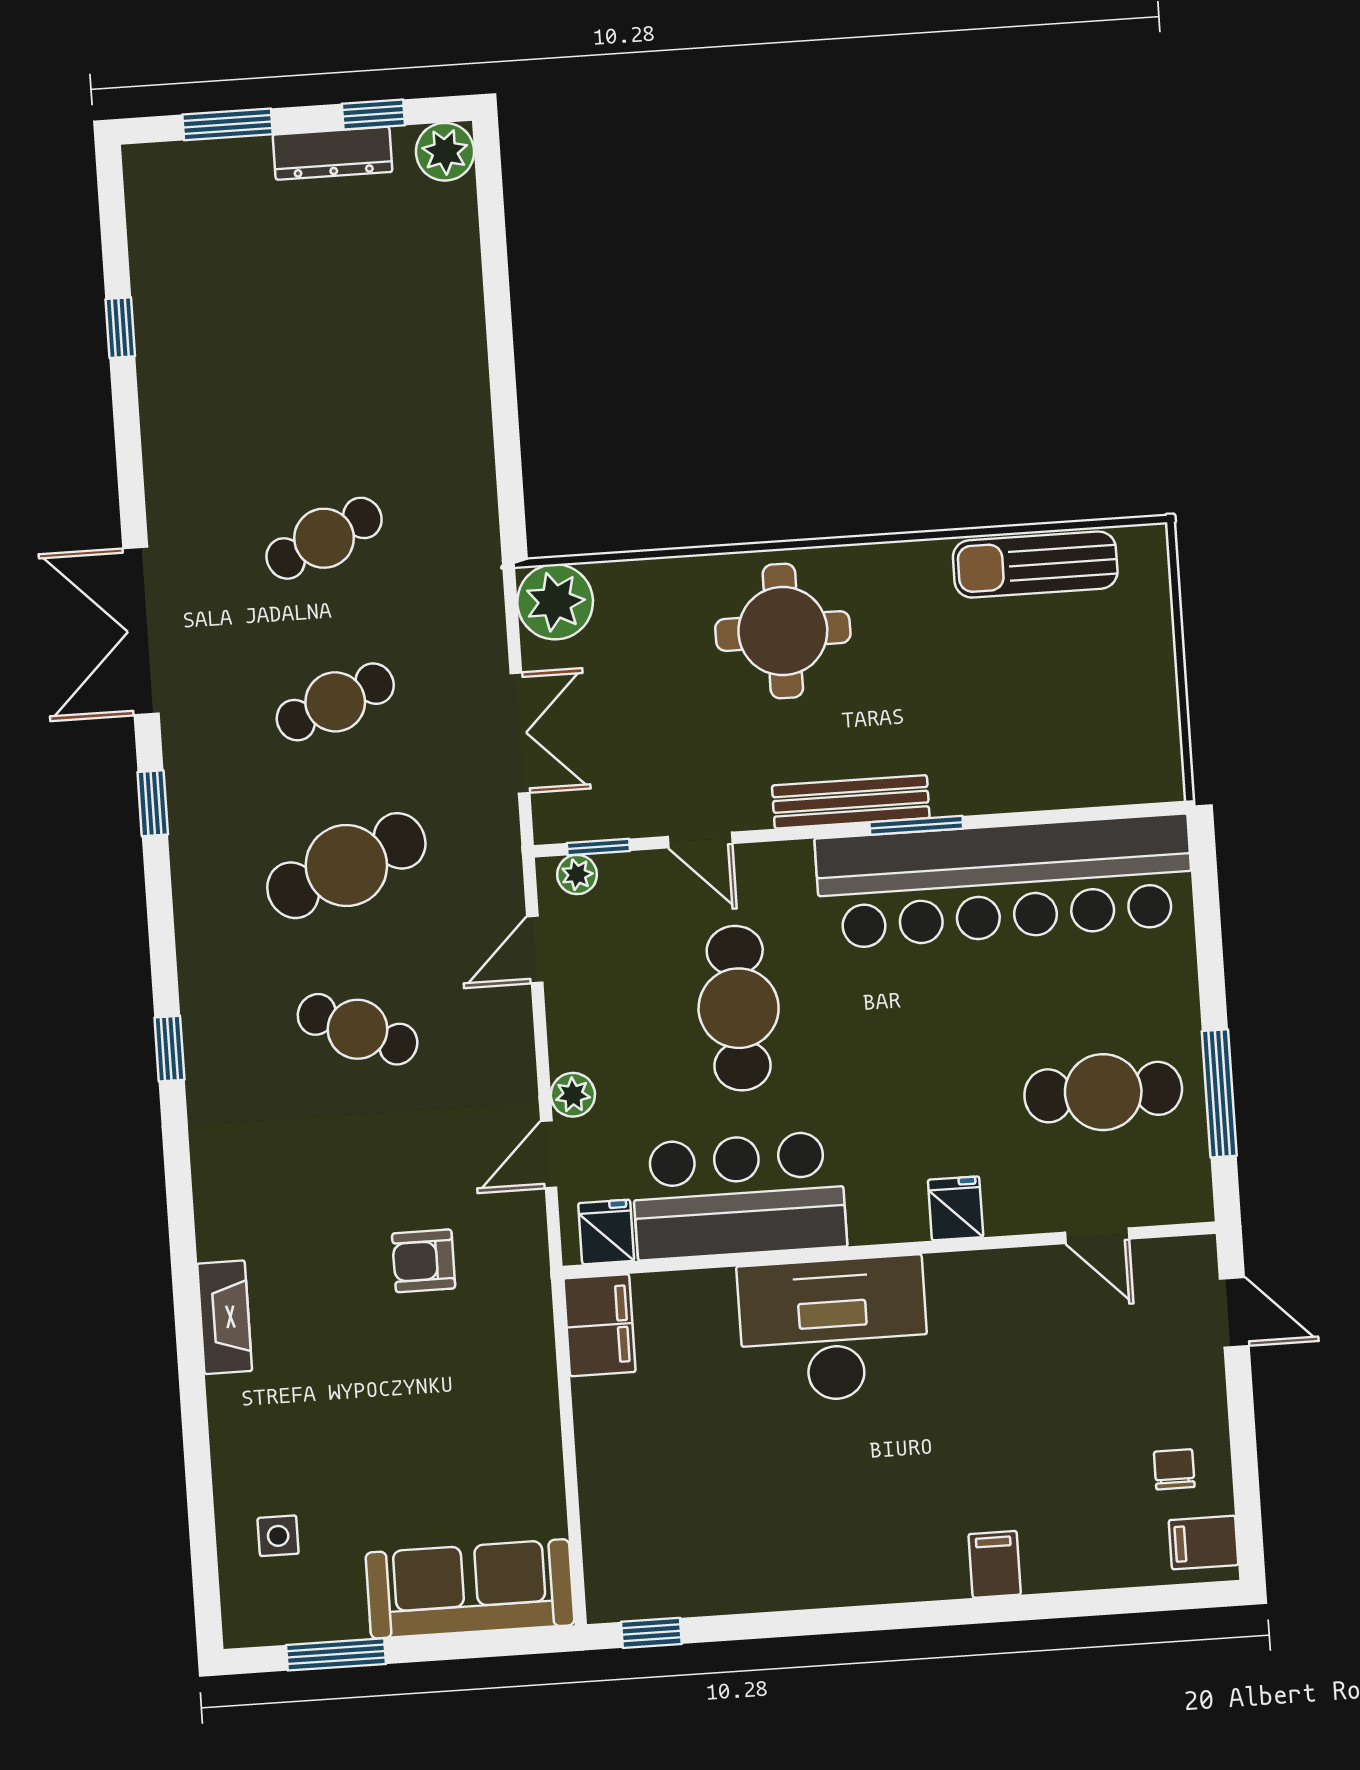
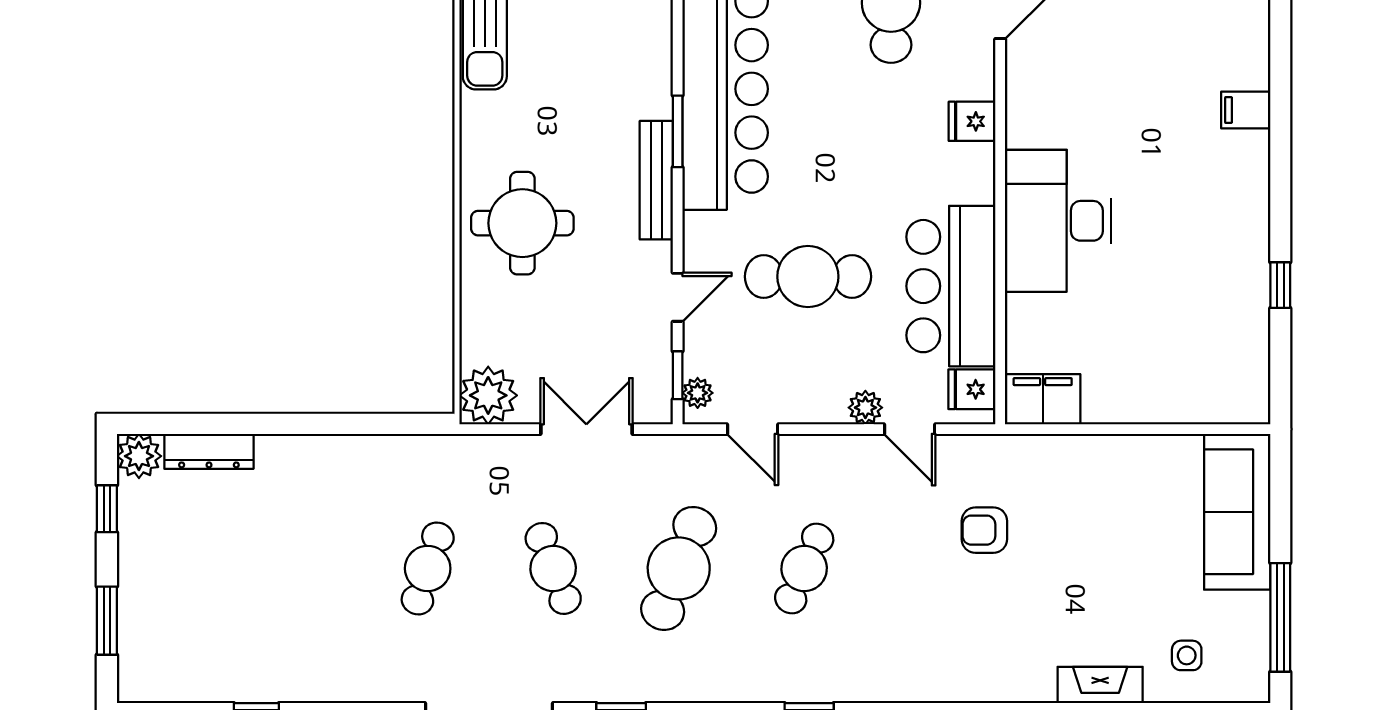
dresser: (332, 153) -> (209, 451), moved, turned 90
cafe table: (324, 538) -> (428, 568), turned 42
cafe table: (346, 866) -> (679, 568), turned 42
armchair: (424, 1261) -> (984, 530), turned 90
fireplace: (225, 1317) -> (1100, 685), moved
window: (651, 1633) -> (1280, 285), moved
window: (336, 1654) -> (1280, 617), width x1.44

